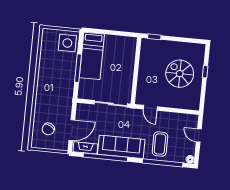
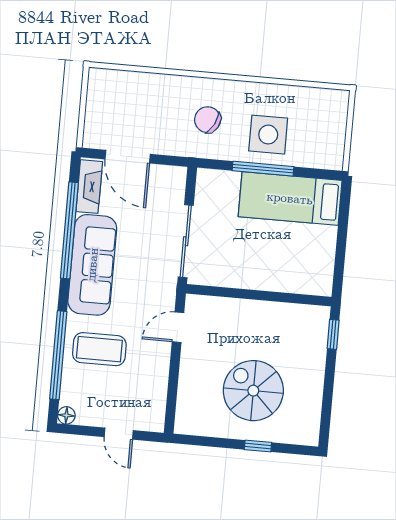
side table: (67, 43) -> (268, 135), moved
spiral stairs: (180, 74) -> (253, 391), turned -90
chair: (48, 129) -> (208, 120), moved
door: (199, 136) -> (119, 434), swing flipped

